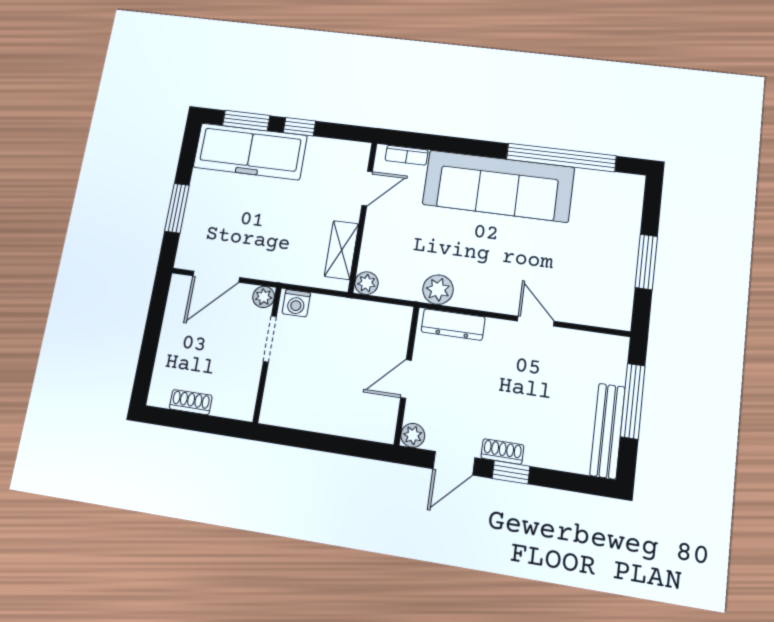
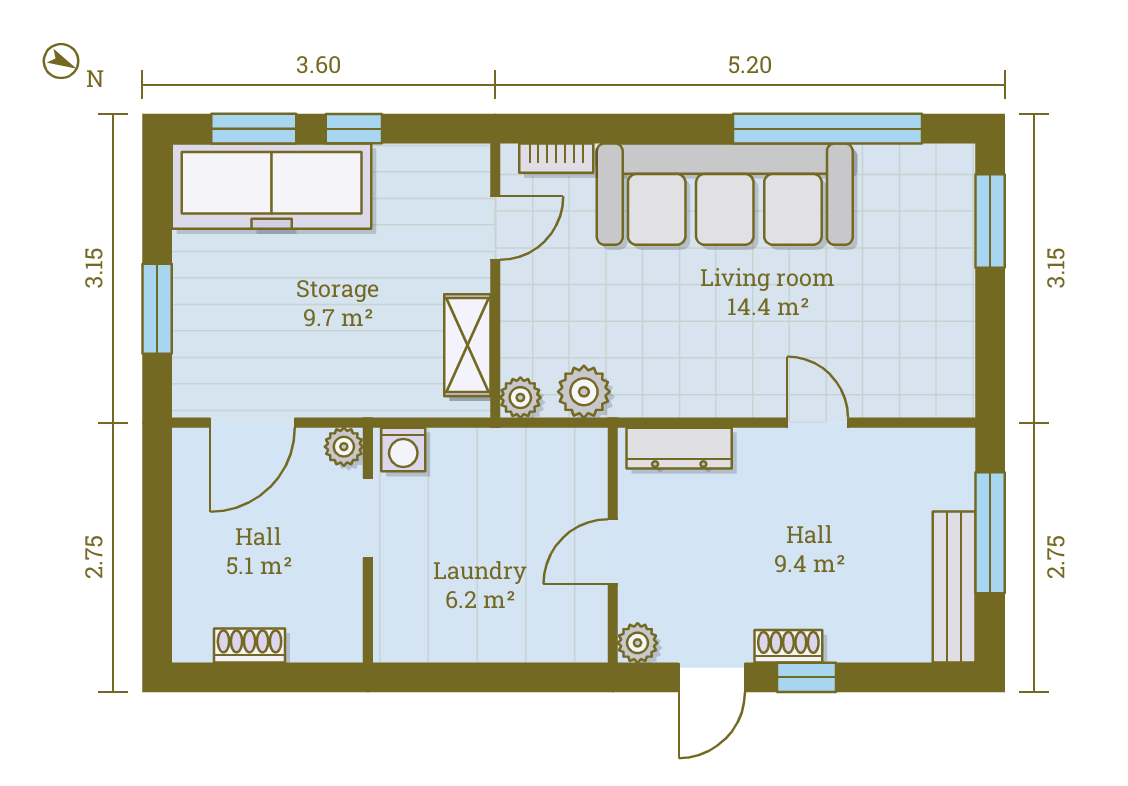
window: (646, 262) -> (990, 221), moved
plant: (438, 290) -> (584, 392), moved

